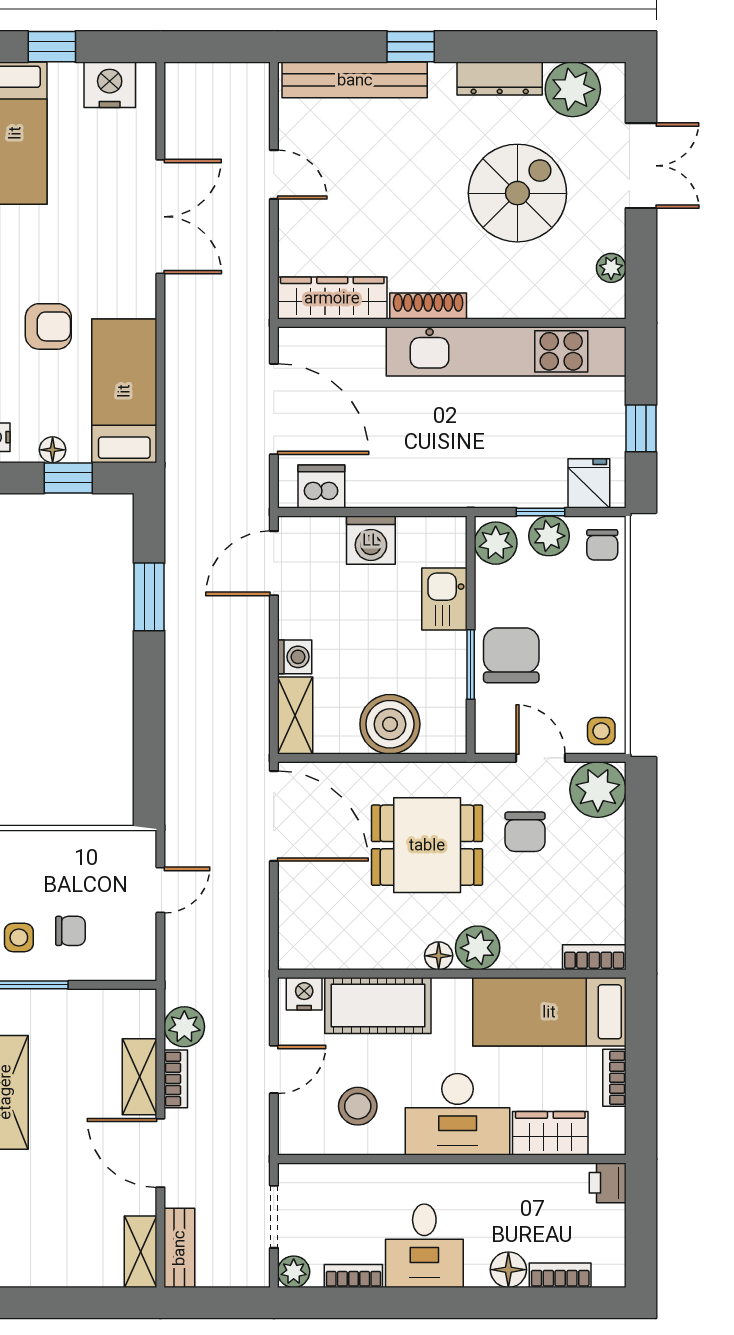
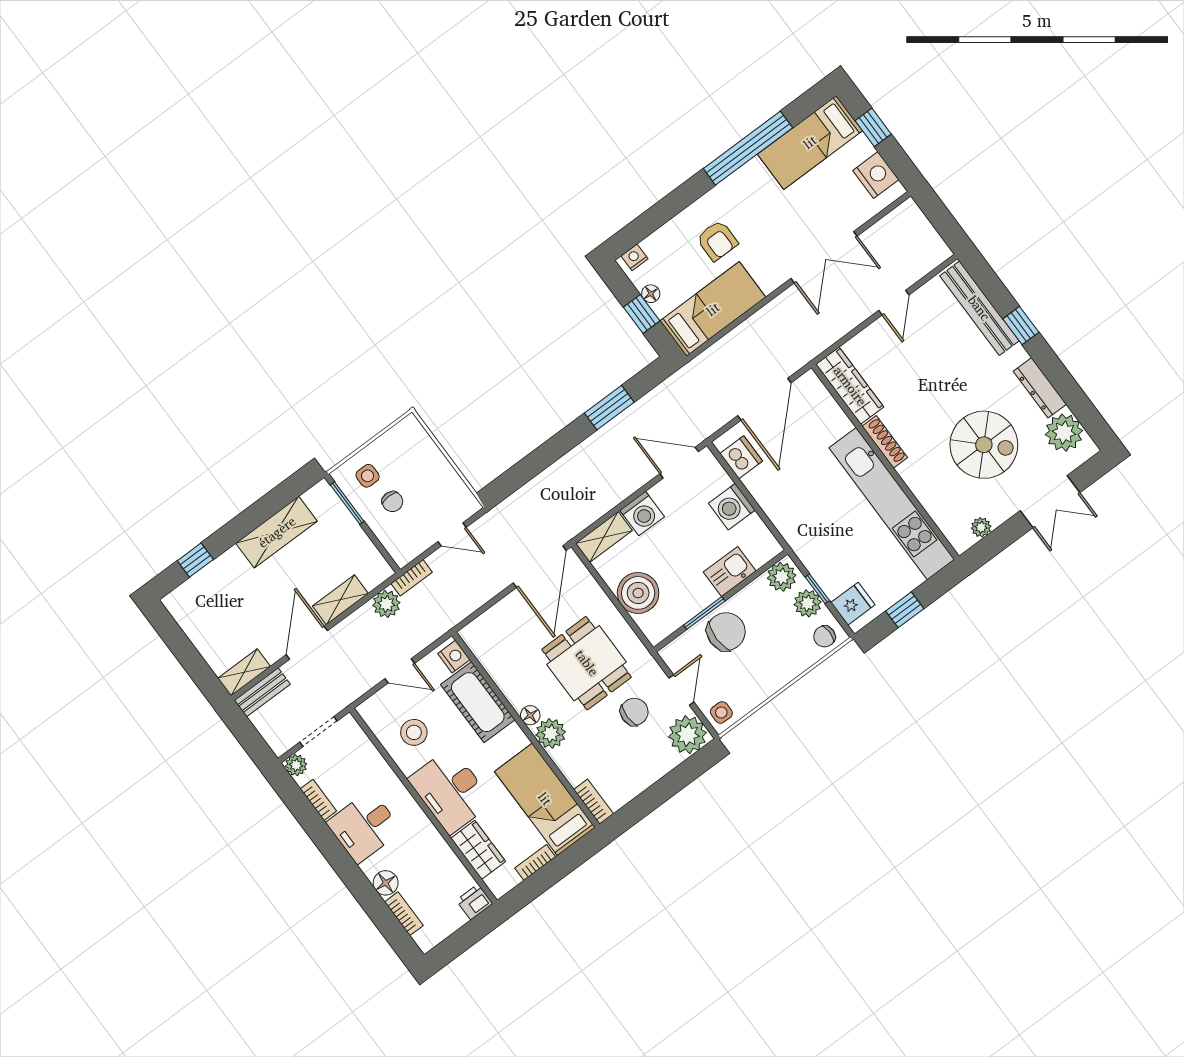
washing machine: (295, 657) -> (642, 514), width x1.38, depth x1.38
chair: (525, 832) -> (634, 712), turned 180
bookcase: (176, 1079) -> (412, 578), moved

